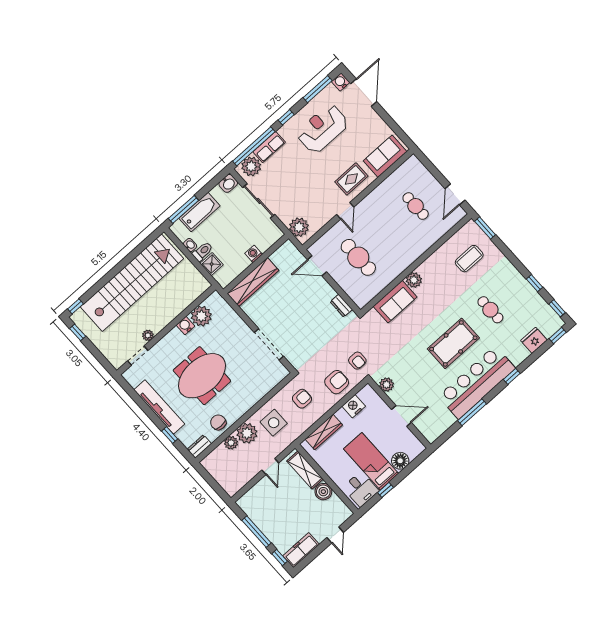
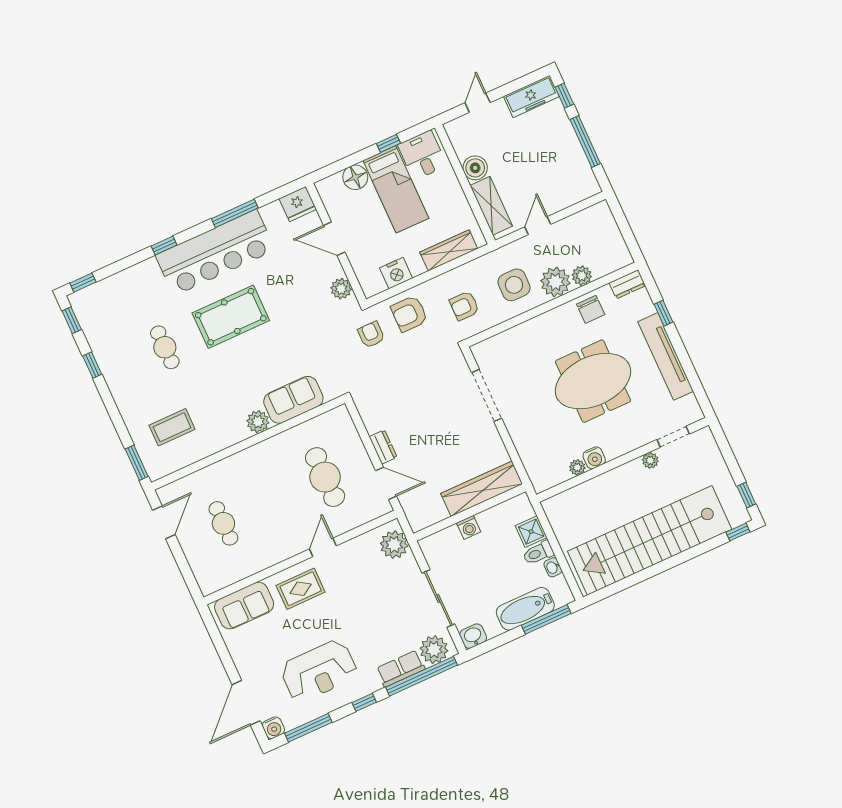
dresser: (341, 306) -> (383, 447), moved
plant: (201, 316) -> (577, 467), width x0.53, depth x0.53
fridge: (534, 340) -> (298, 204), moved

